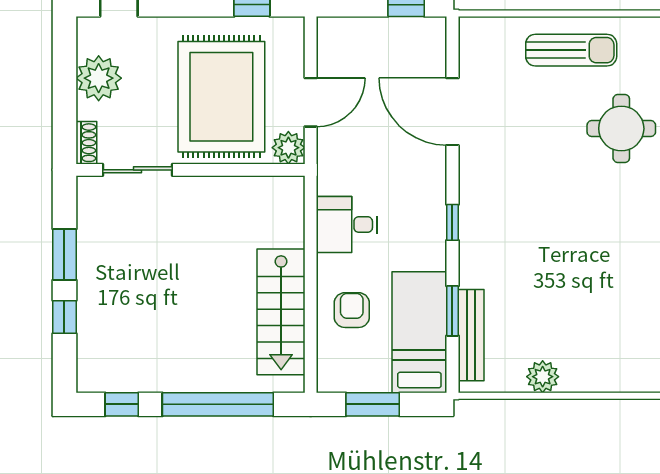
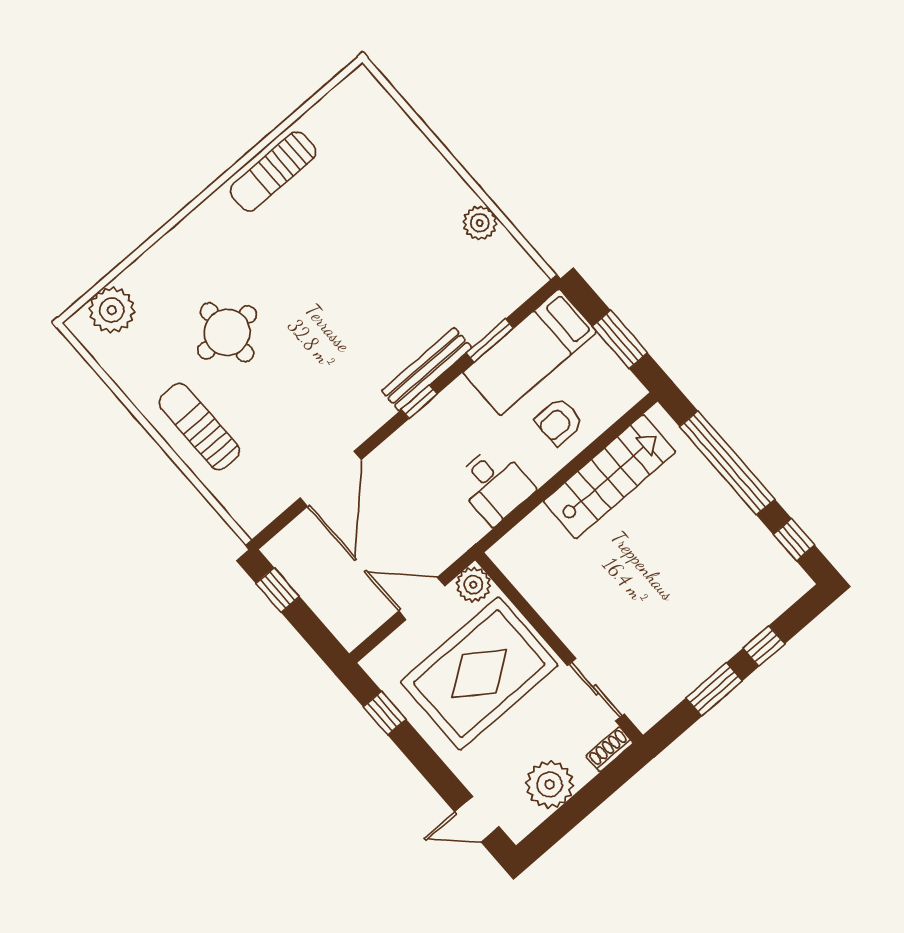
bench: (471, 335) -> (427, 369), moved

